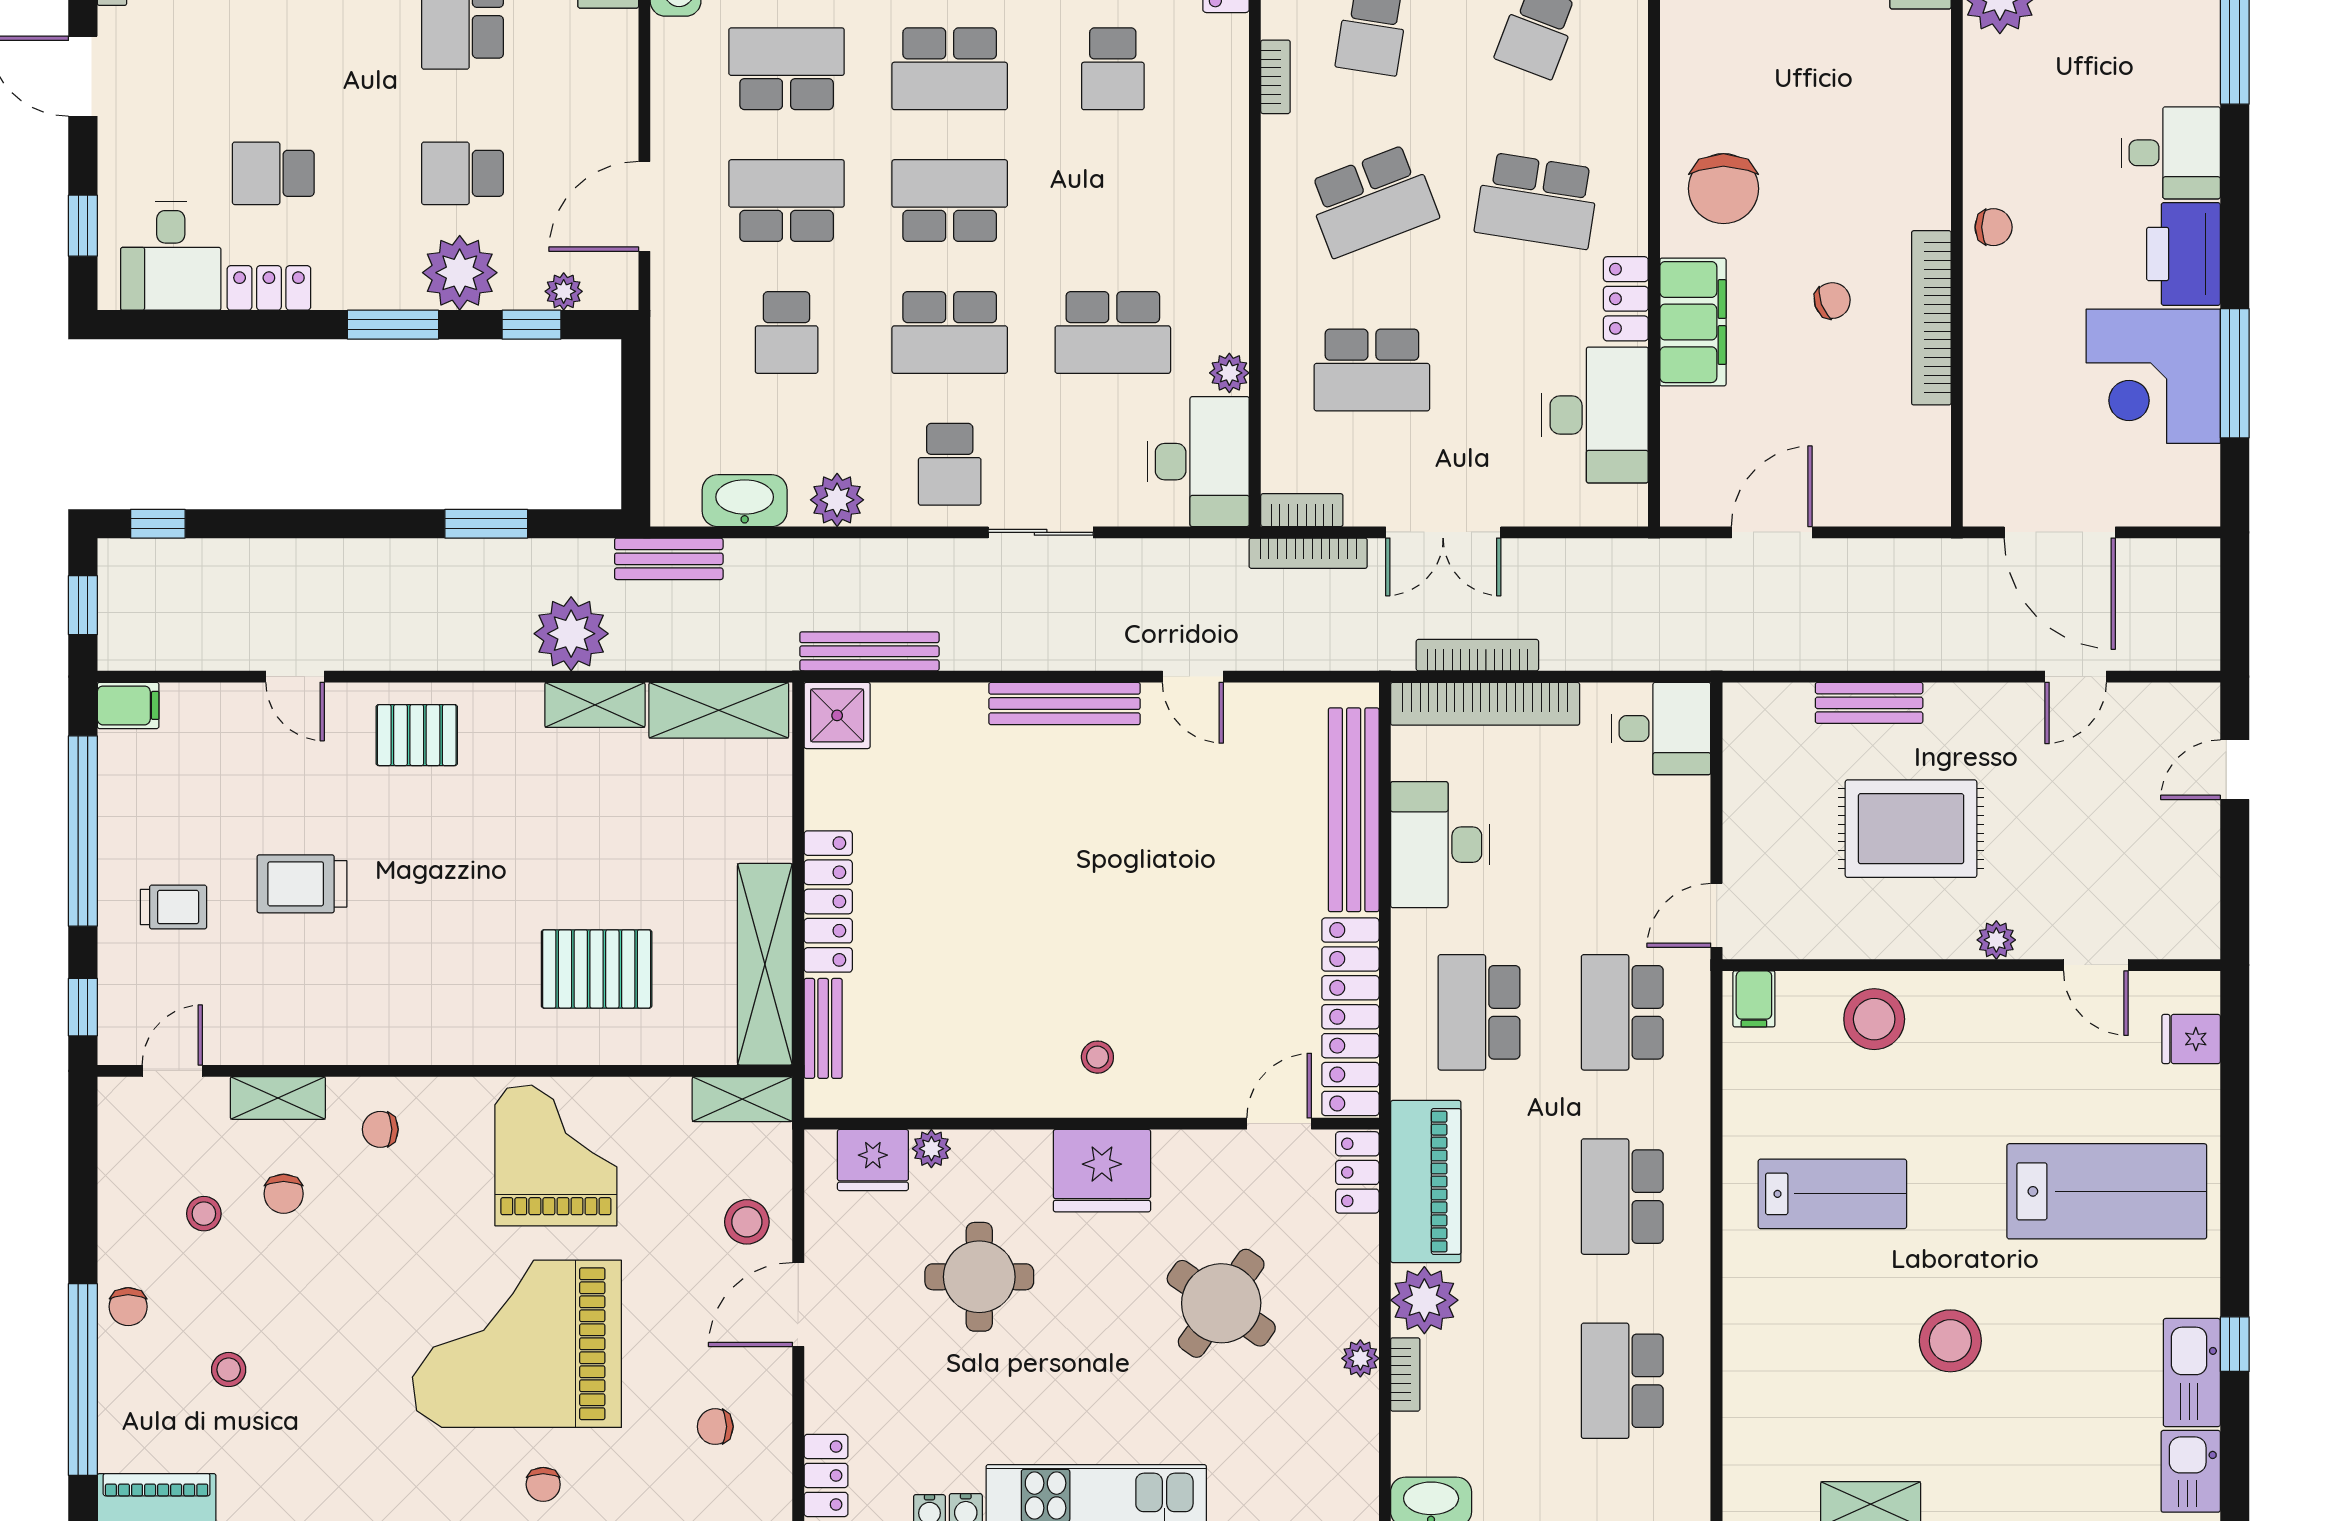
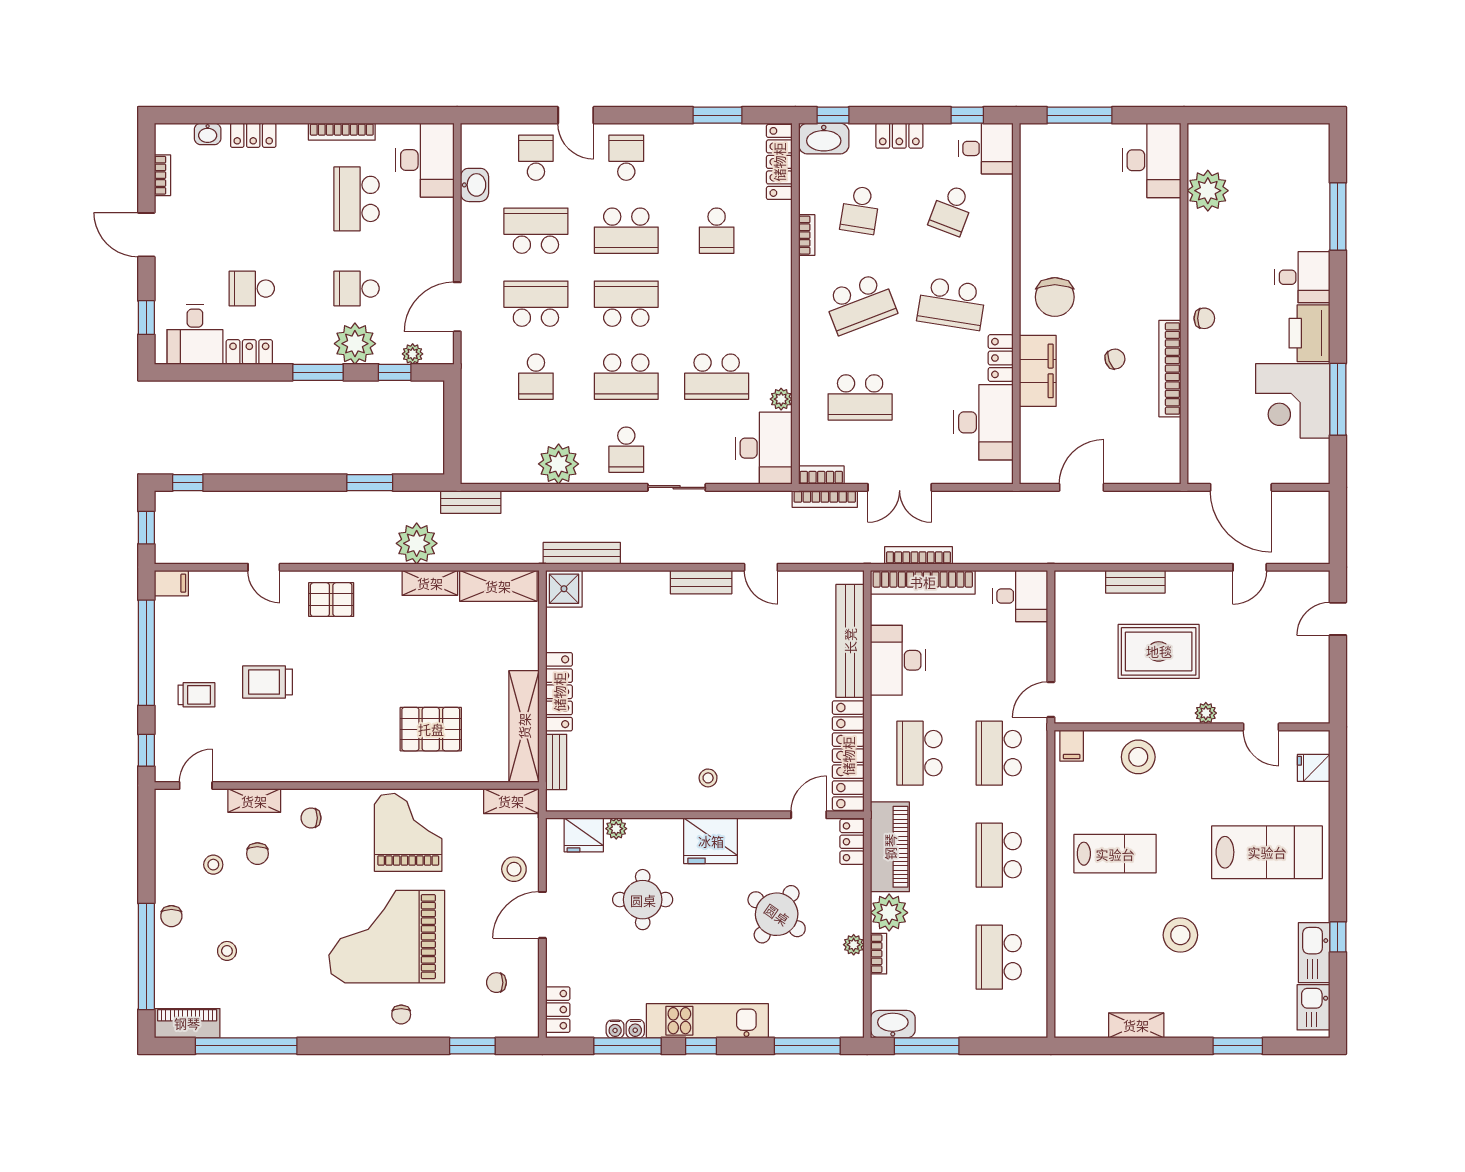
plant: (837, 500) -> (559, 464), width x1.36, depth x1.36
washbasin: (745, 501) -> (513, 470), removed
bench: (1065, 704) -> (701, 582), width x0.73

